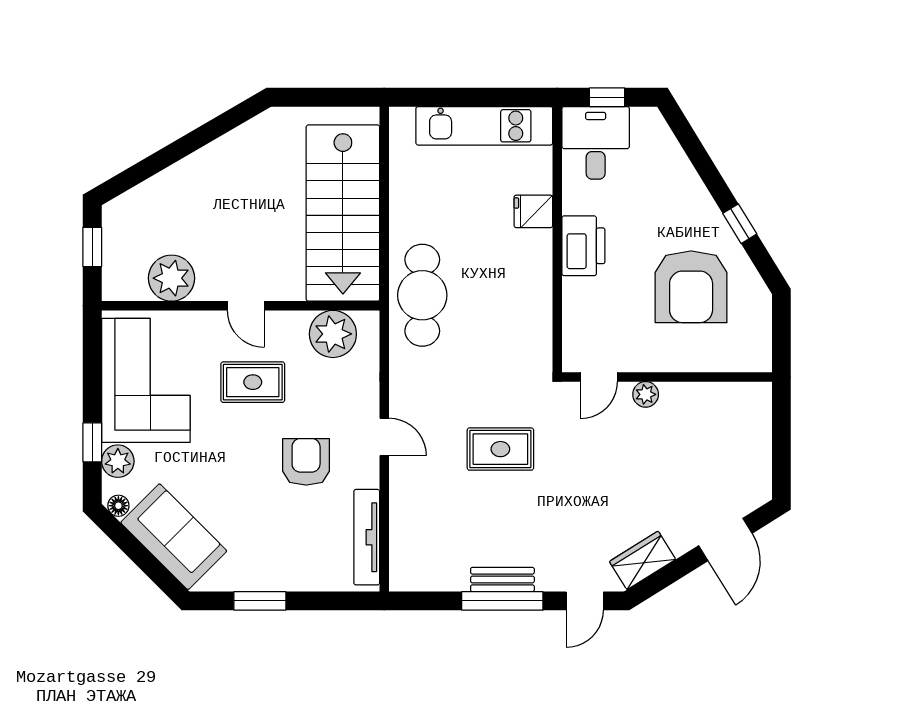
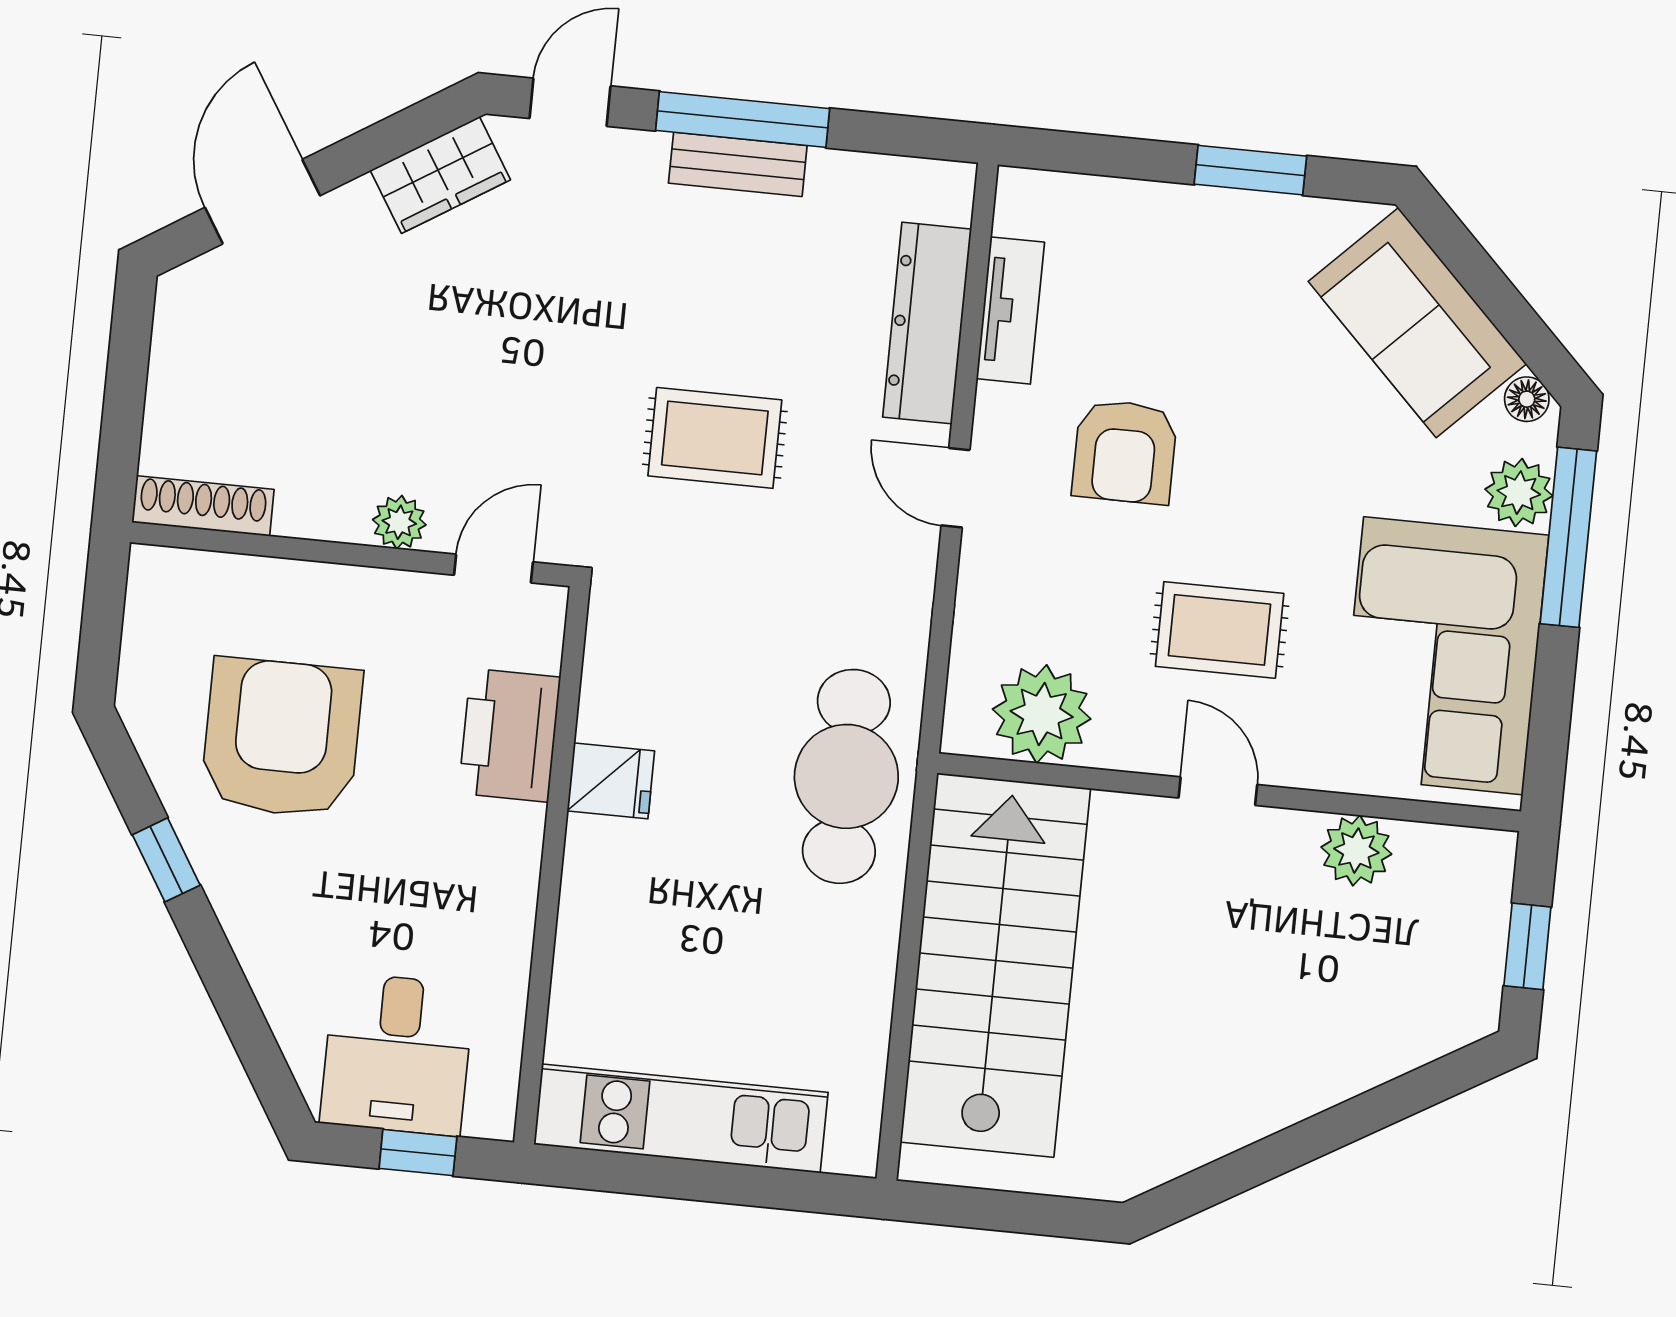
desk: (596, 143) -> (397, 1054), moved
fridge: (533, 211) -> (611, 781), moved
printer: (583, 246) -> (509, 735), moved
plant: (172, 278) -> (1356, 851), width x0.73, depth x0.73
shoe rack: (739, 393) -> (203, 506), added
window: (92, 442) -> (1568, 537), width x2.17
dresser: (406, 513) -> (927, 323), added
tv unit: (367, 537) -> (1010, 310), width x0.71

